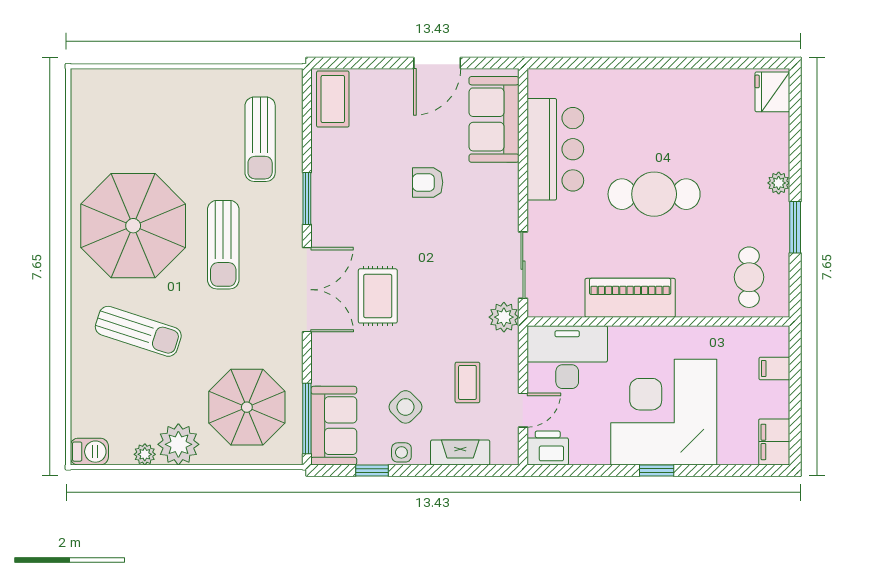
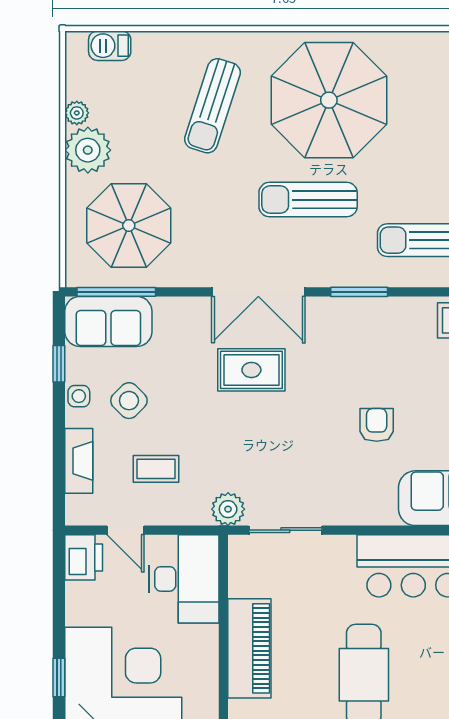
barbecue: (89, 452) -> (110, 46), moved, turned 90

